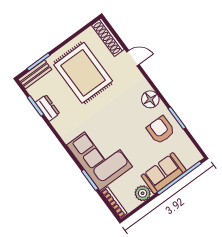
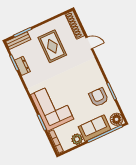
rug: (83, 73) -> (52, 46), width x0.73, depth x0.69
floor lamp: (150, 99) -> (117, 119), moved

